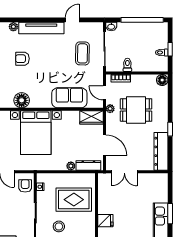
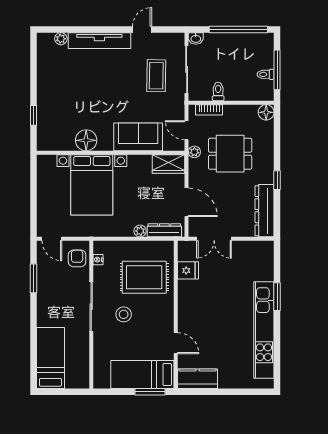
window: (170, 49) -> (277, 70), width x2.17
armchair: (22, 59) -> (73, 83), removed
floor lamp: (22, 100) -> (86, 140), moved
fridge: (105, 221) -> (188, 270), moved

